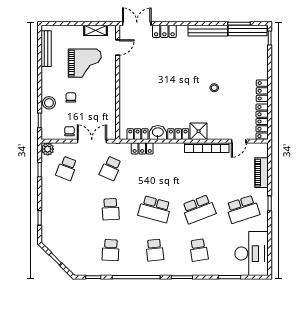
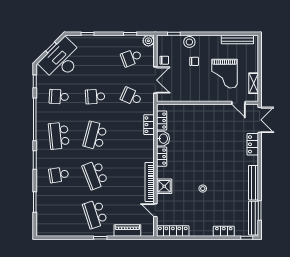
locker: (262, 91) -> (224, 231), moved
shower: (199, 131) -> (164, 186), moved
school desk: (67, 168) -> (131, 58), turned -42
school desk: (155, 250) -> (59, 136), width x1.85
desk: (252, 254) -> (61, 60), moved, turned 135

